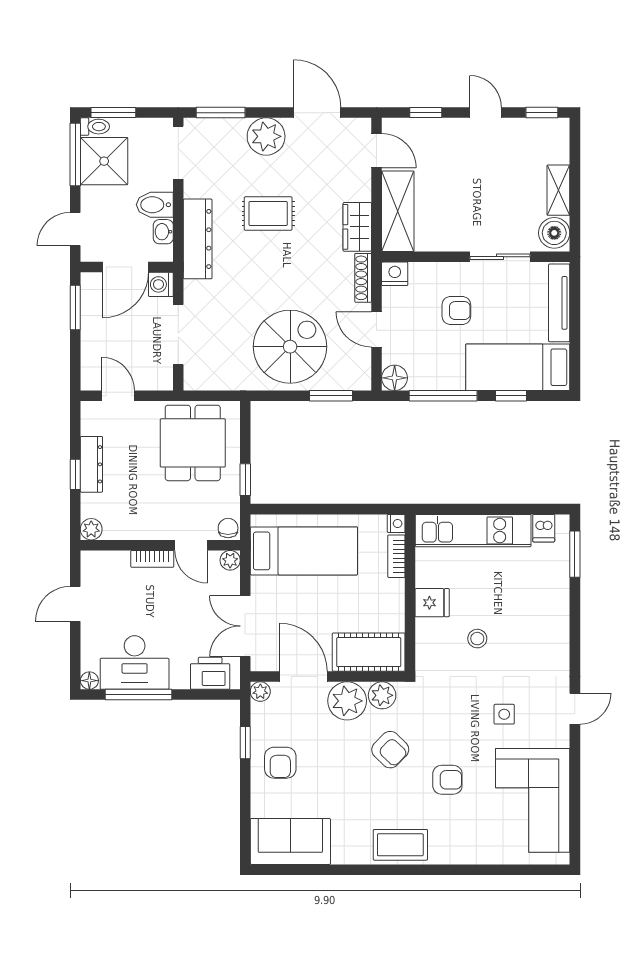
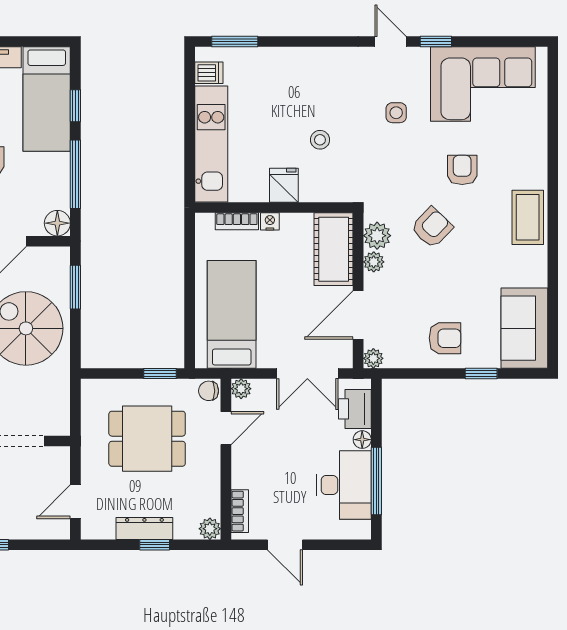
dining table: (193, 443) -> (147, 439), moved
nightstand: (396, 523) -> (270, 221), moved
bookcase: (152, 559) -> (240, 511), moved
floor lamp: (89, 681) -> (362, 440), moved
plant: (347, 701) -> (374, 262), width x0.53, depth x0.53
window: (245, 743) -> (481, 374), moved
window: (575, 754) -> (436, 41), added

